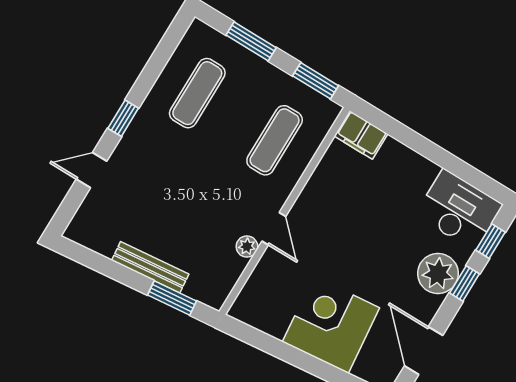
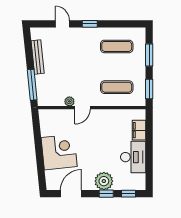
filing cabinet: (361, 135) -> (139, 130), moved
desk: (459, 210) -> (133, 157), moved
bench: (150, 267) -> (38, 57), moved
window: (172, 298) -> (32, 85), width x1.44

